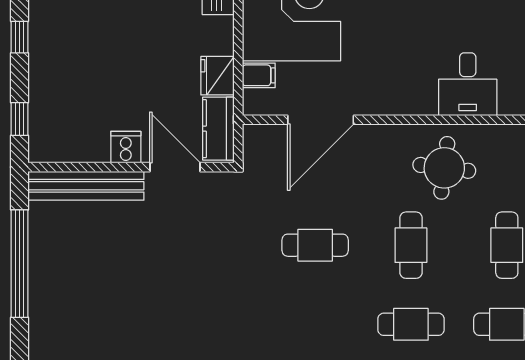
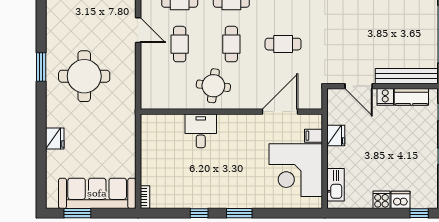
kitchen counter: (218, 129) -> (411, 97), moved, turned 90

